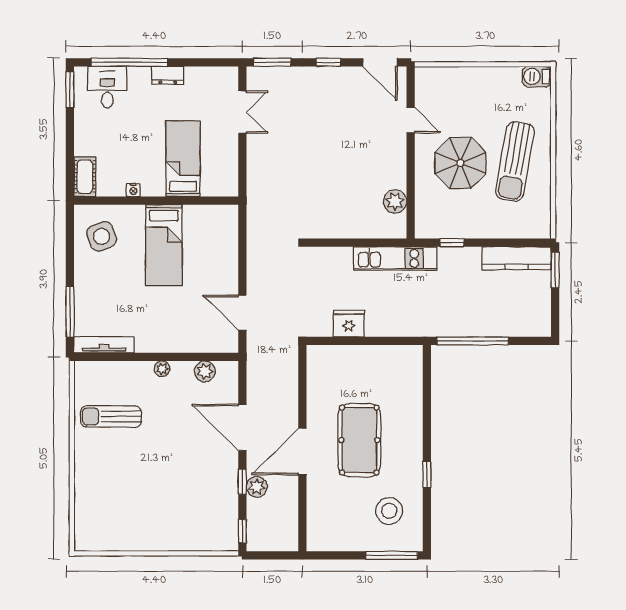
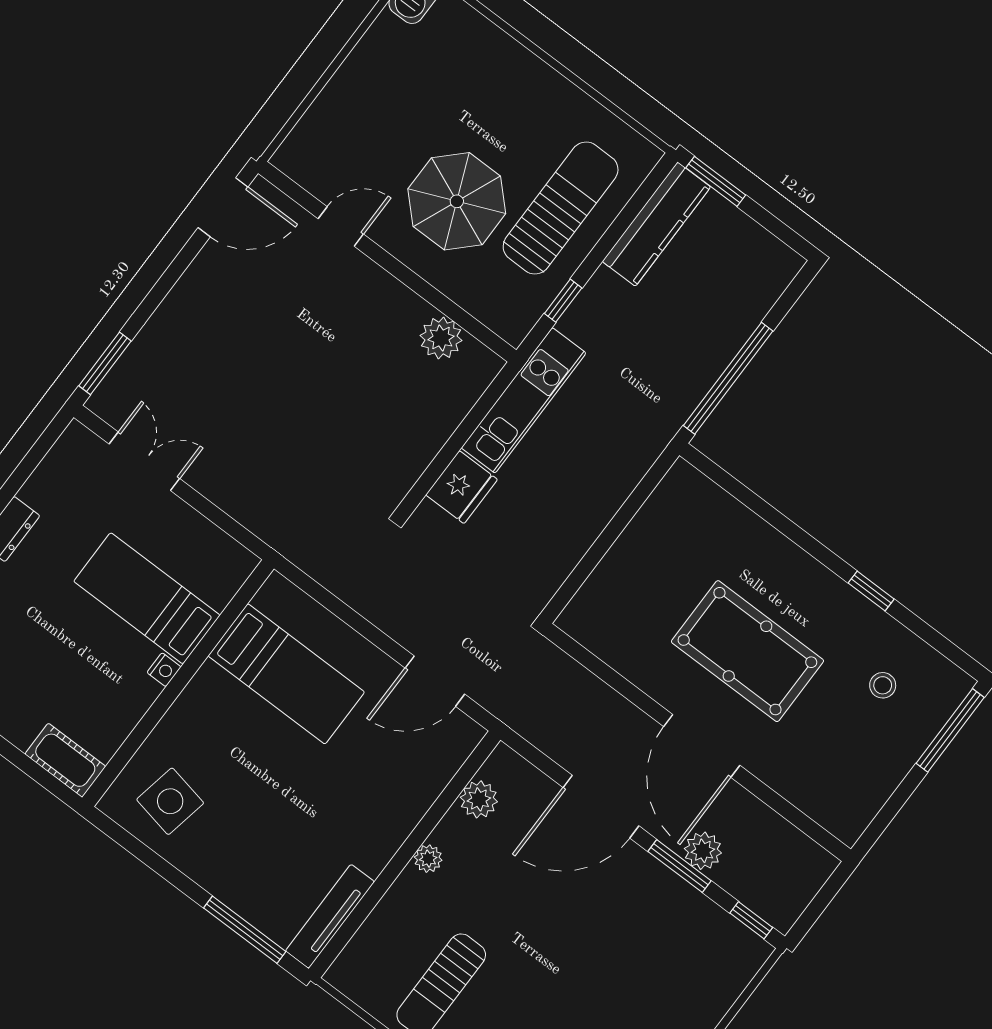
window: (328, 62) -> (166, 282), removed
sun lounger: (515, 162) -> (561, 208), moved, turned -100
nightstand: (133, 190) -> (164, 670), moved
side table: (102, 236) -> (170, 801), turned 31
bed: (164, 245) -> (286, 674), moved
fridge: (349, 324) -> (462, 487), moved, turned 180
window: (242, 482) -> (680, 866), width x1.50
stool: (389, 511) -> (883, 685), width x0.53, depth x0.53

